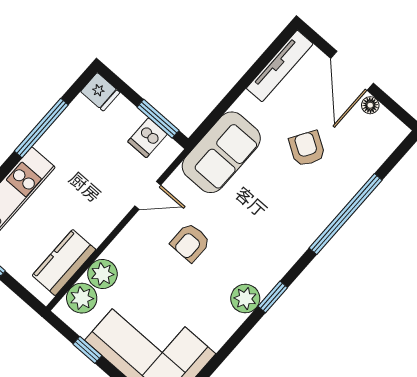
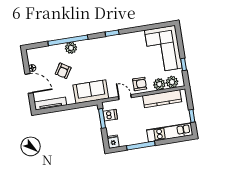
door: (352, 71) -> (29, 83), hinge flipped
armchair: (190, 242) -> (140, 84), moved
kitchen counter: (64, 263) -> (162, 99), width x1.50
plant: (245, 299) -> (71, 48), moved

